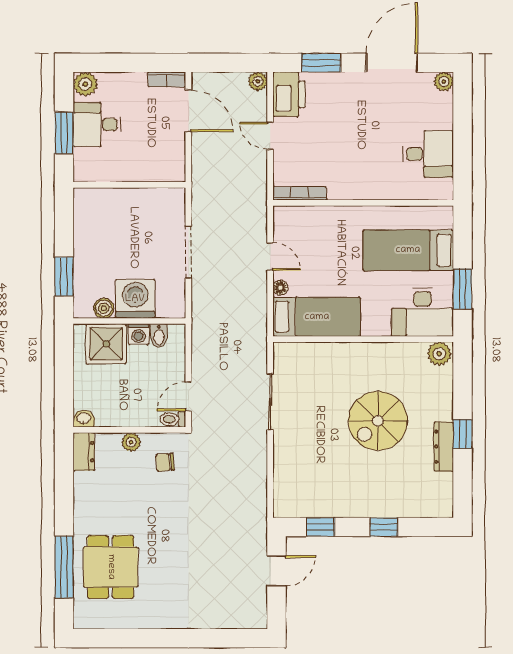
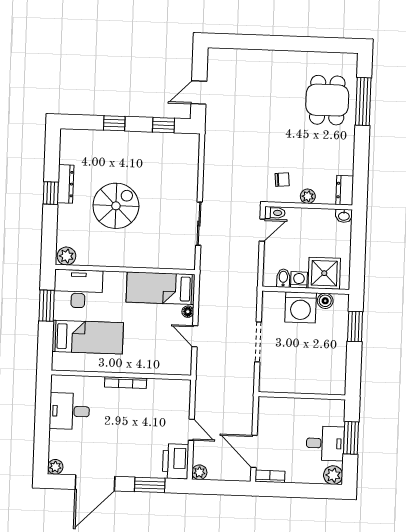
bookcase: (300, 193) -> (126, 383), moved

